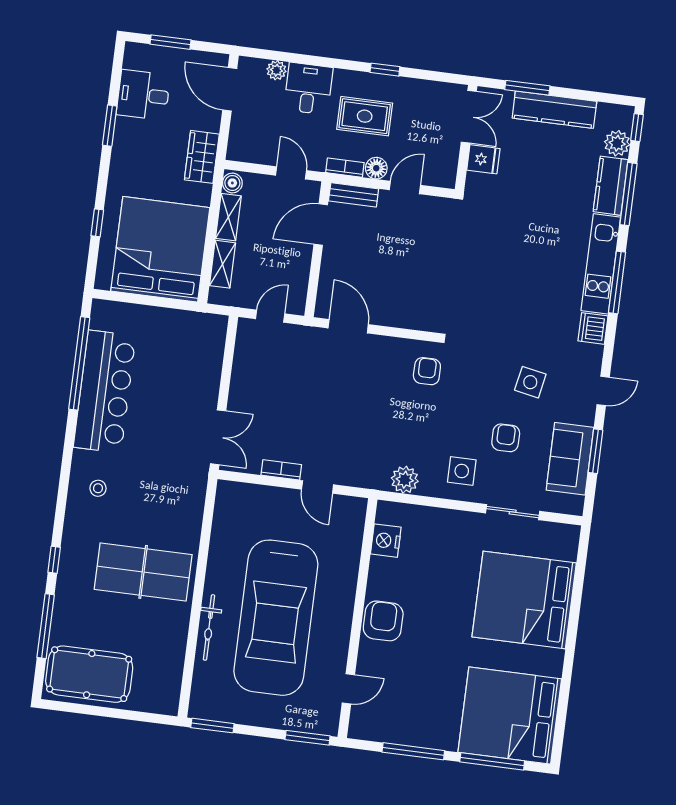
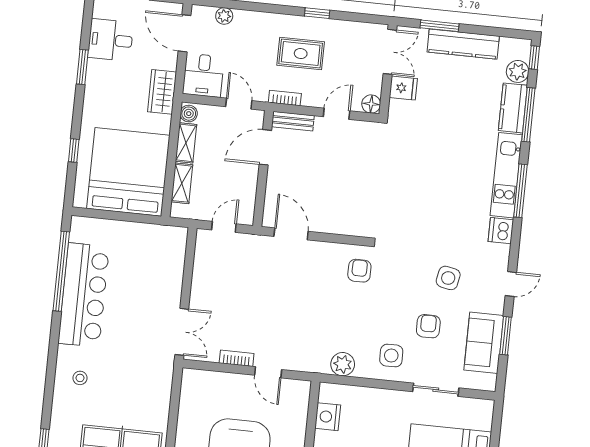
desk: (308, 89) -> (203, 75), moved, turned 180
floor lamp: (376, 168) -> (371, 104), moved

